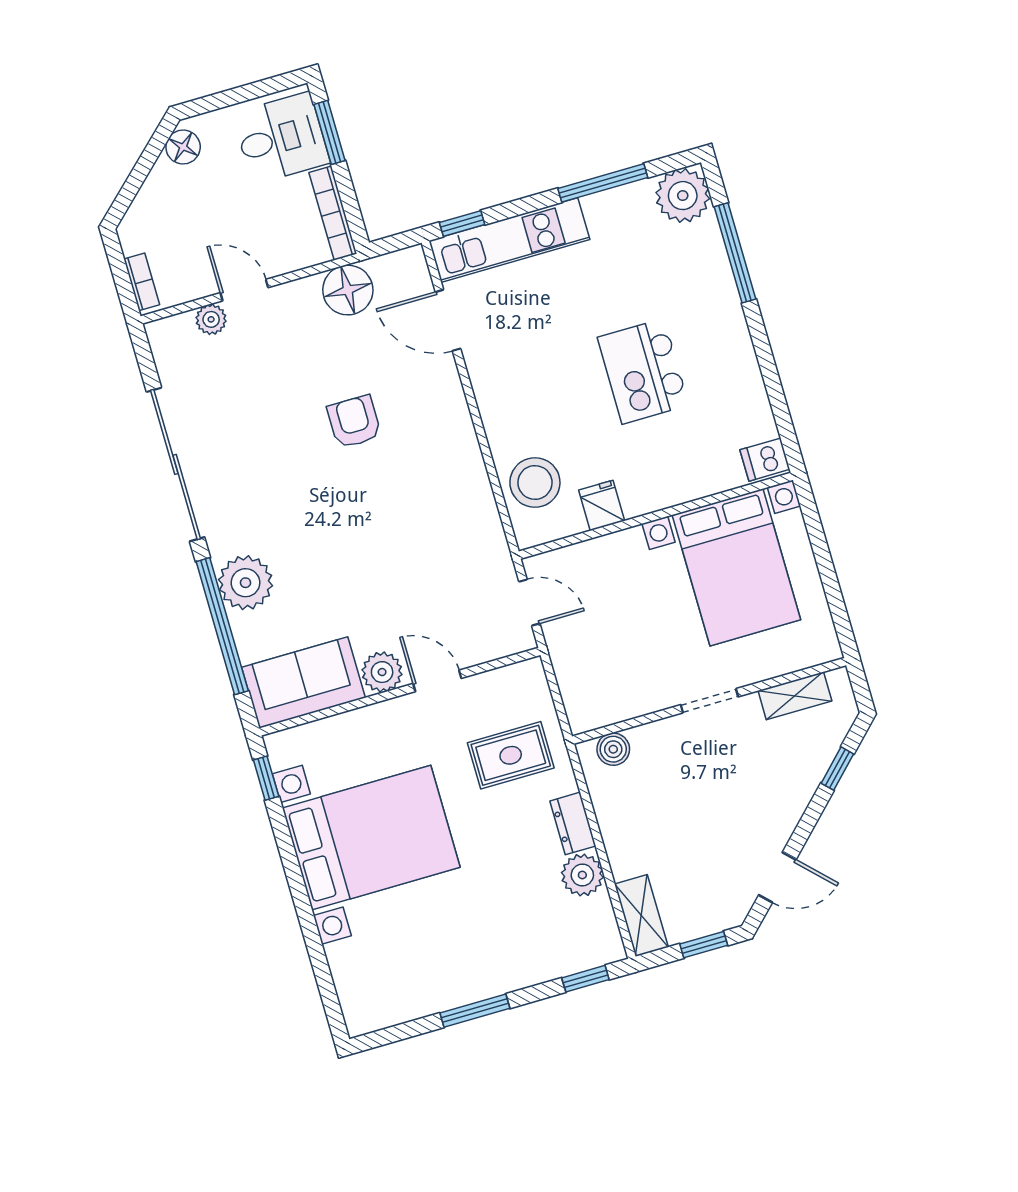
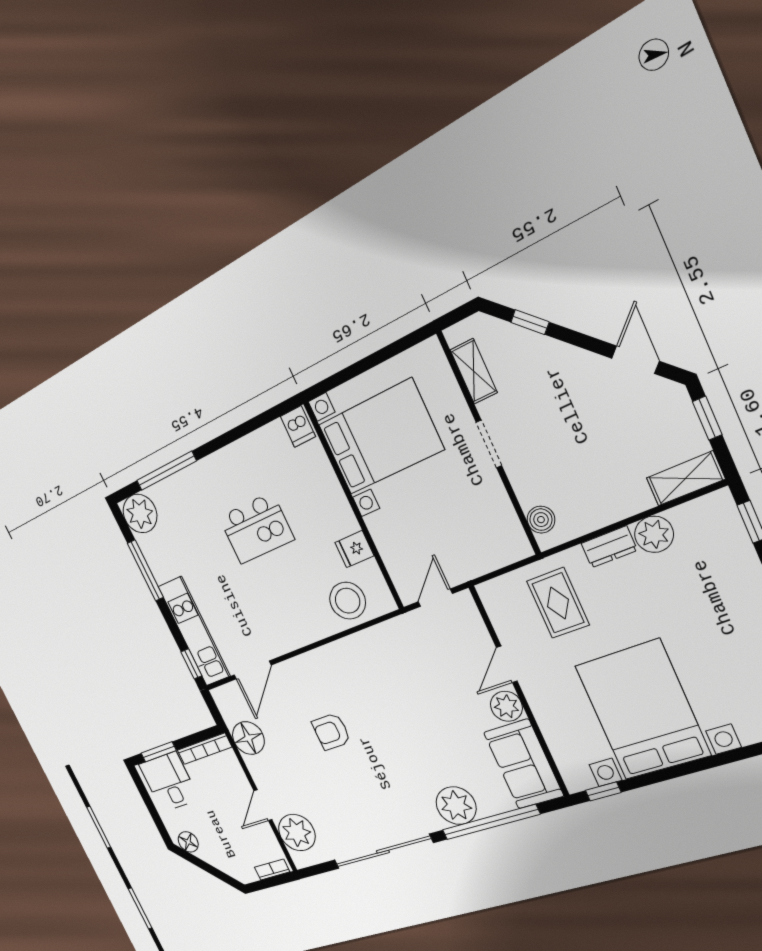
plant: (211, 319) -> (297, 833), width x1.87, depth x1.87

